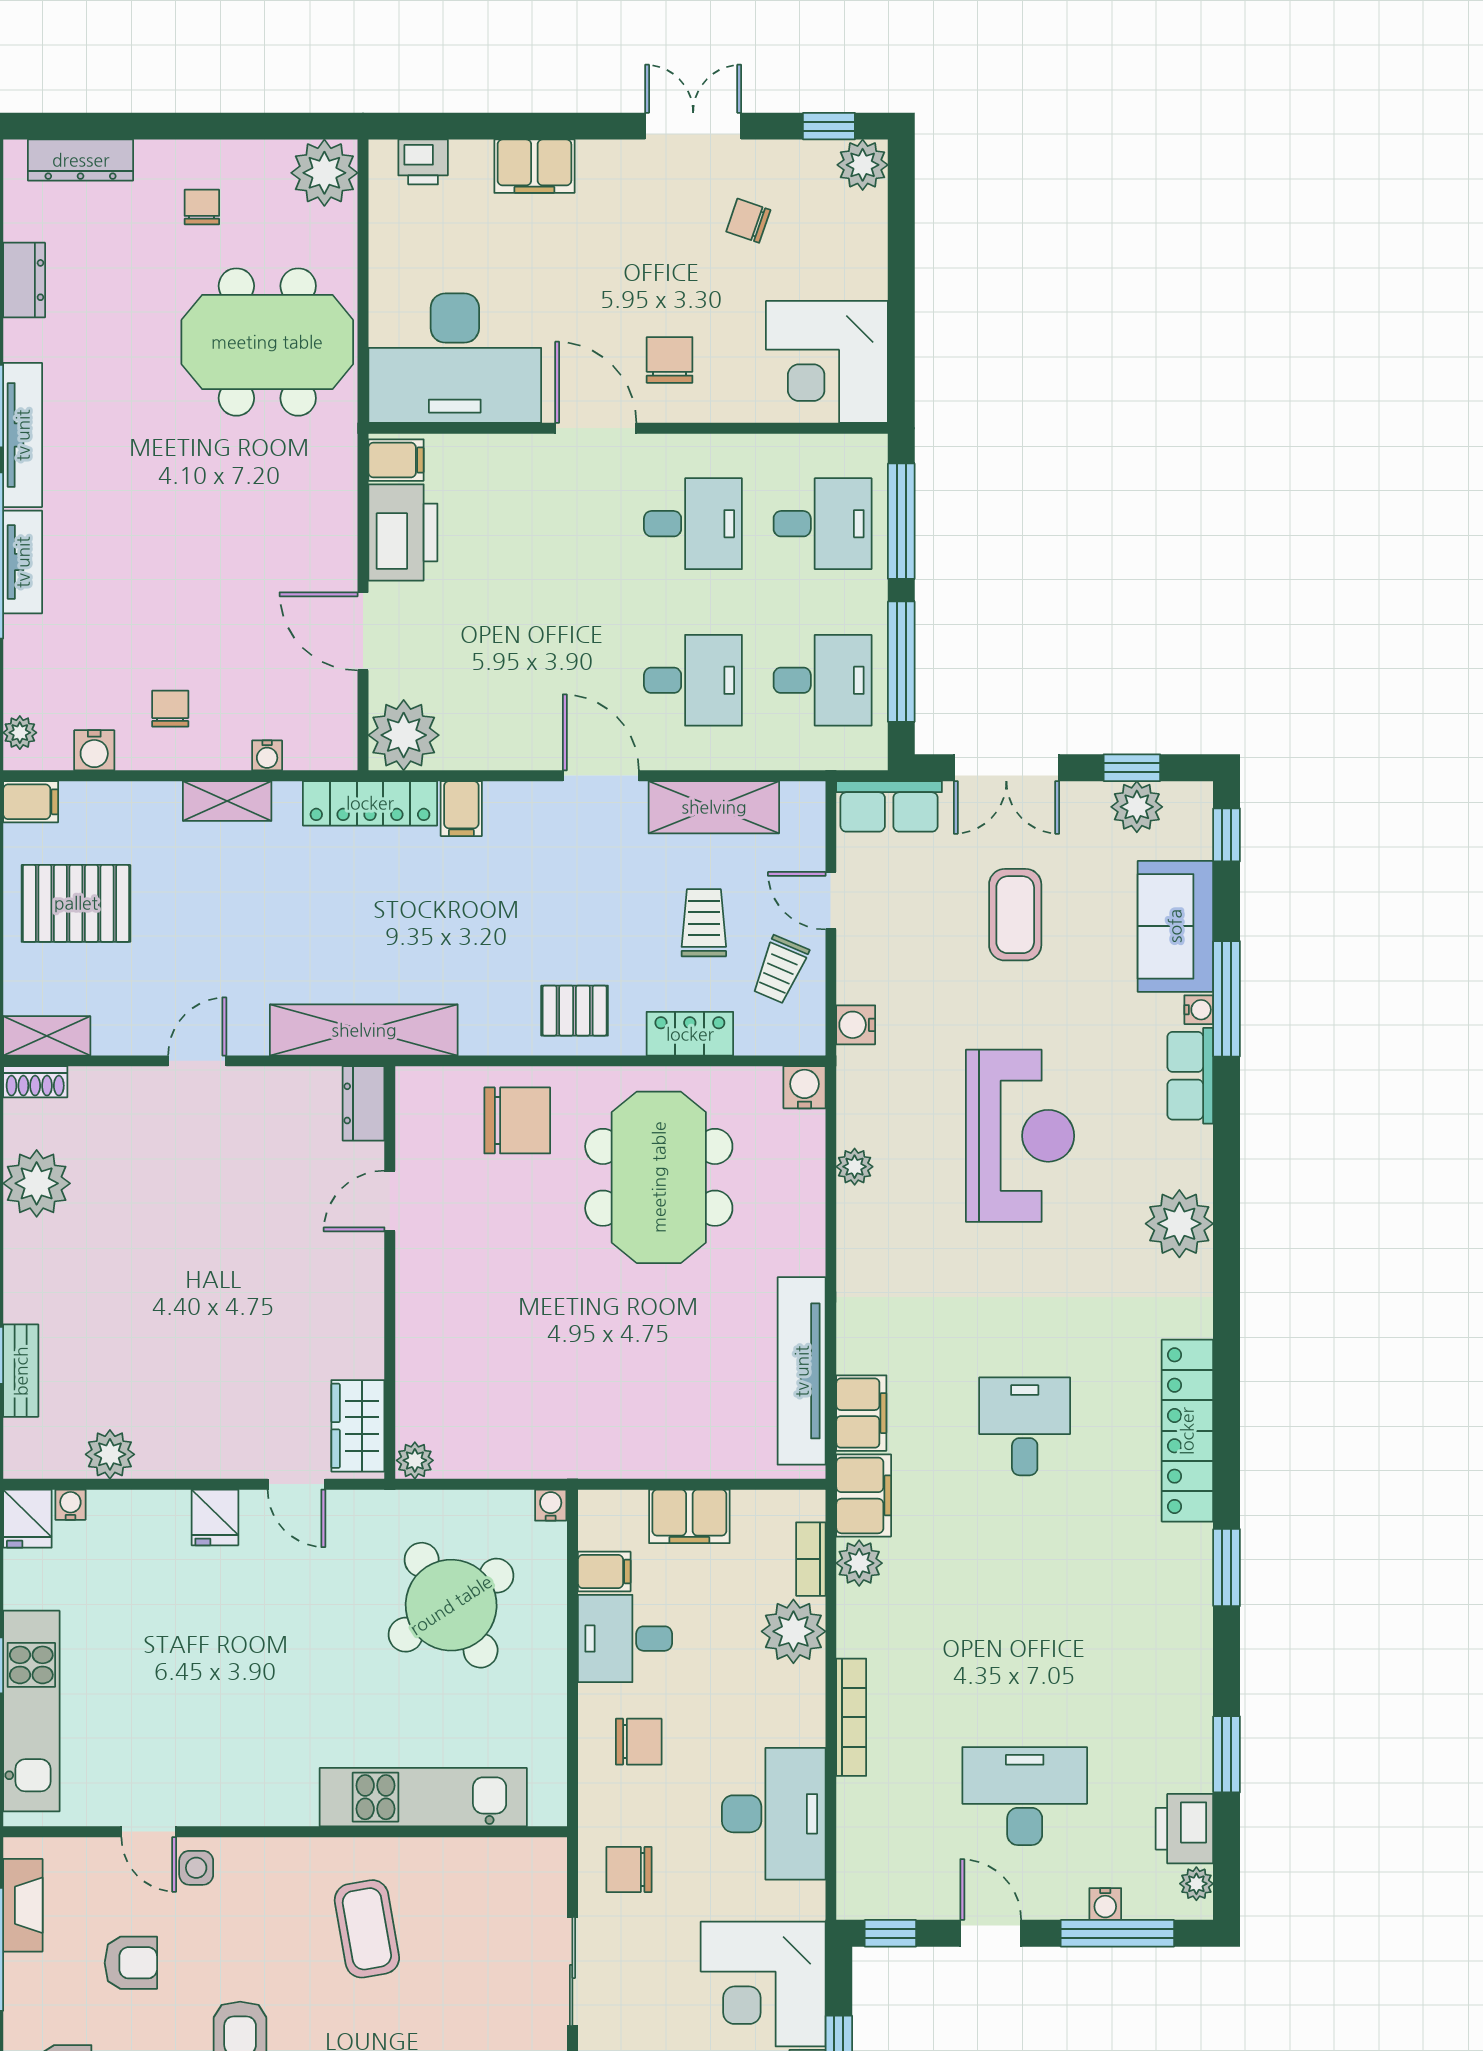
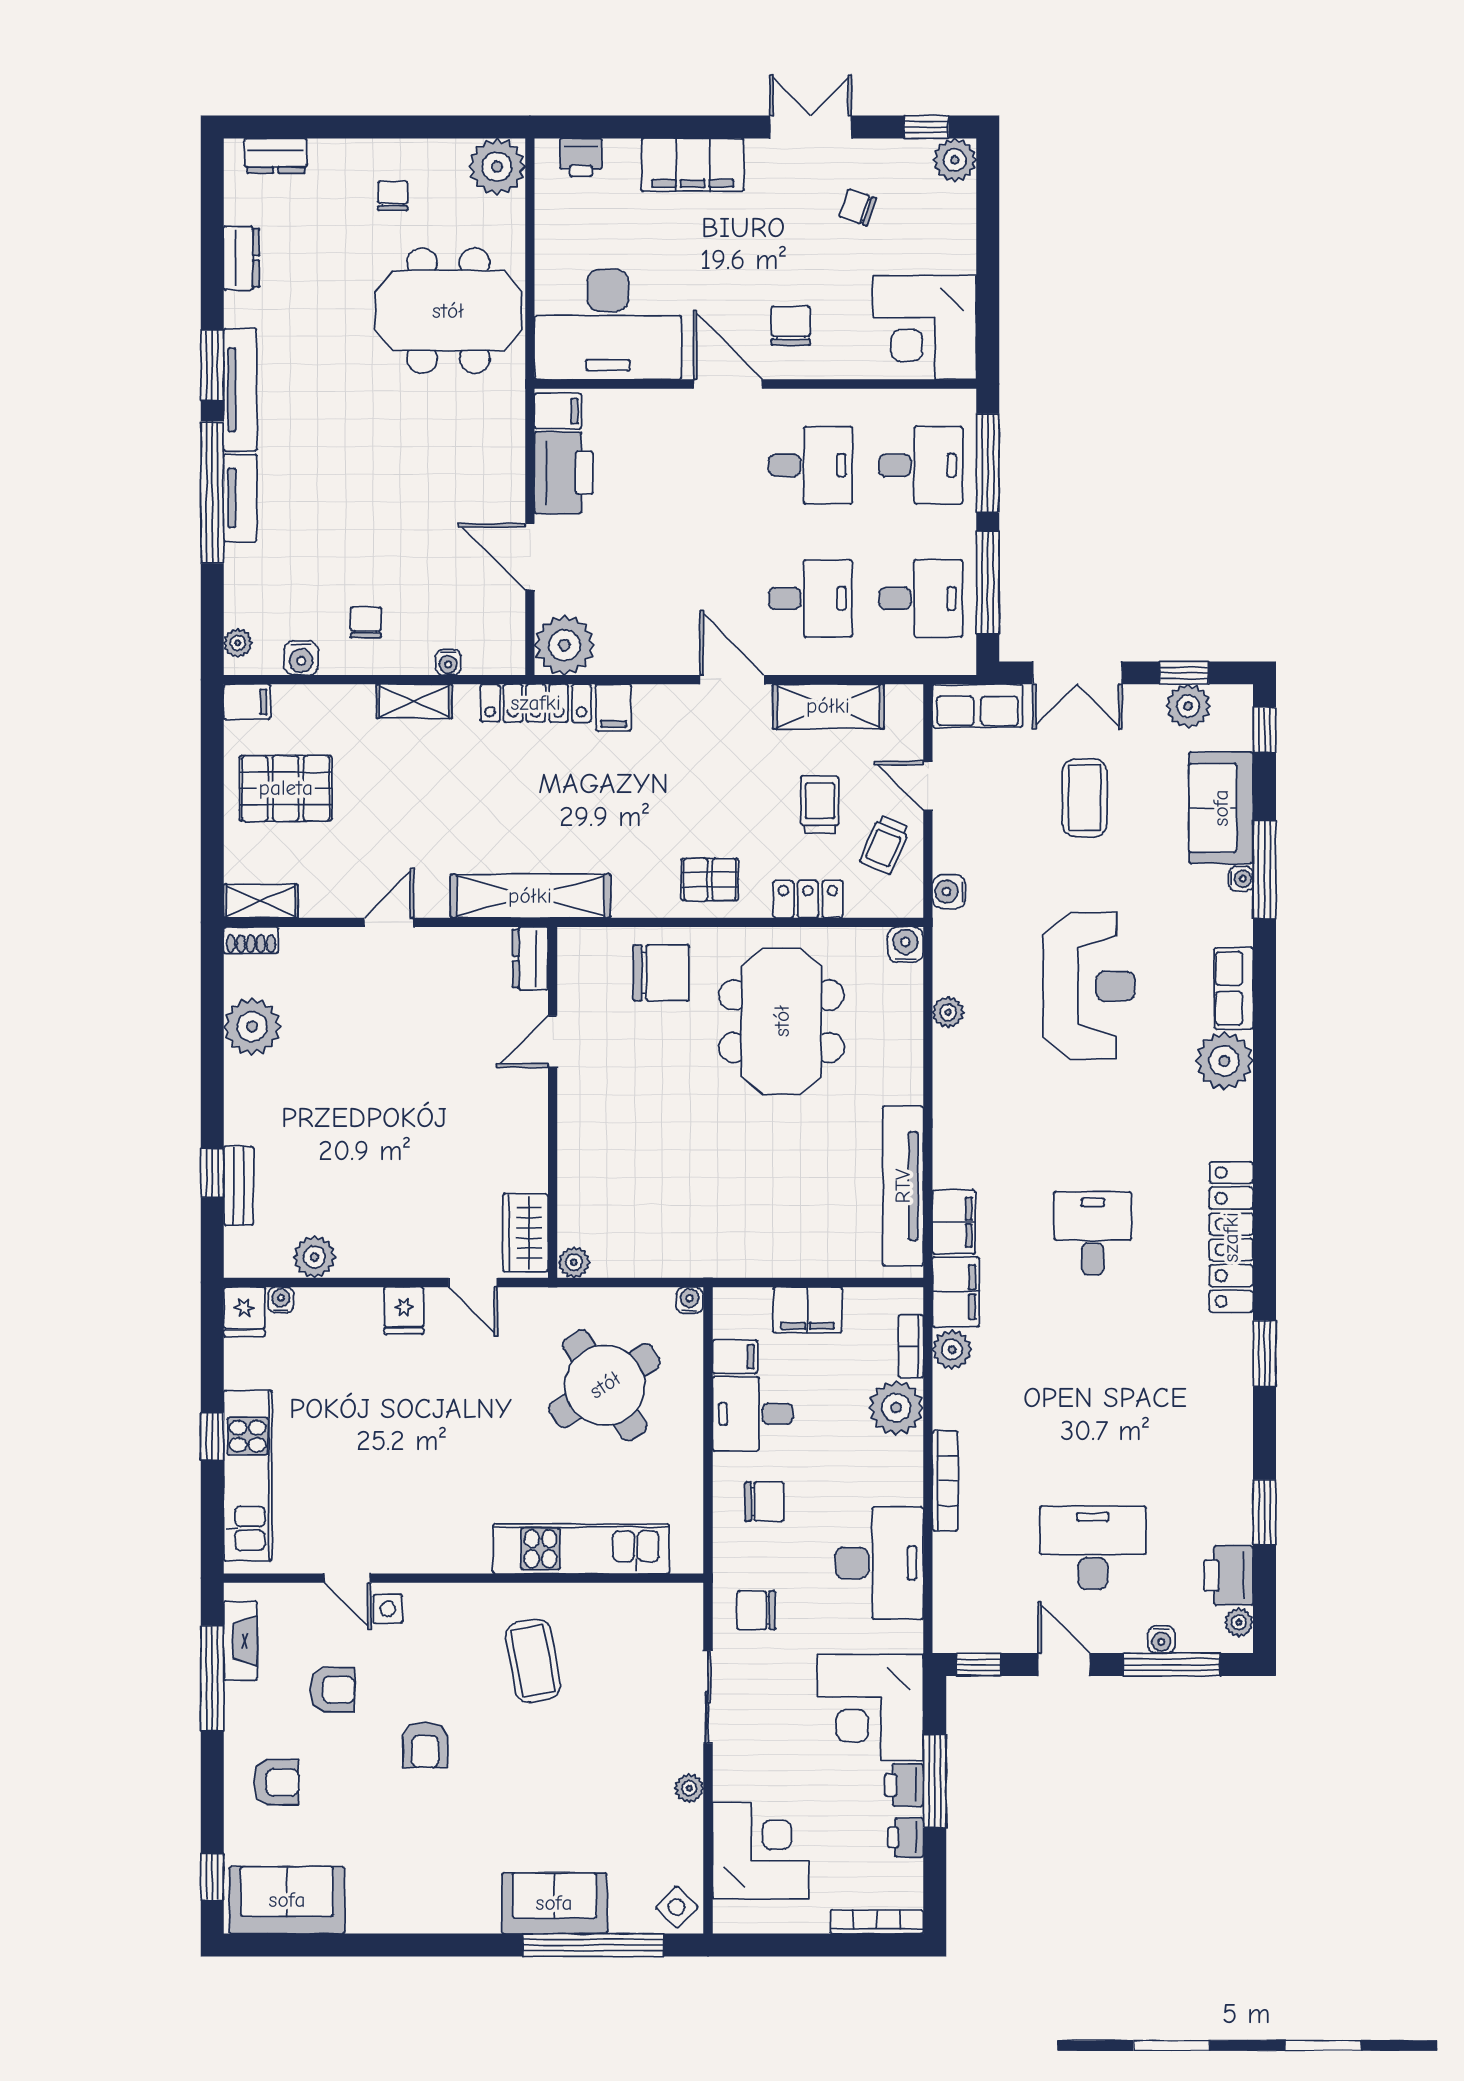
dresser: (81, 160) -> (276, 156), width x0.70
filing cabinet: (534, 166) -> (693, 165), width x1.50, depth x1.17
row of seats: (1190, 1076) -> (1234, 988), moved

